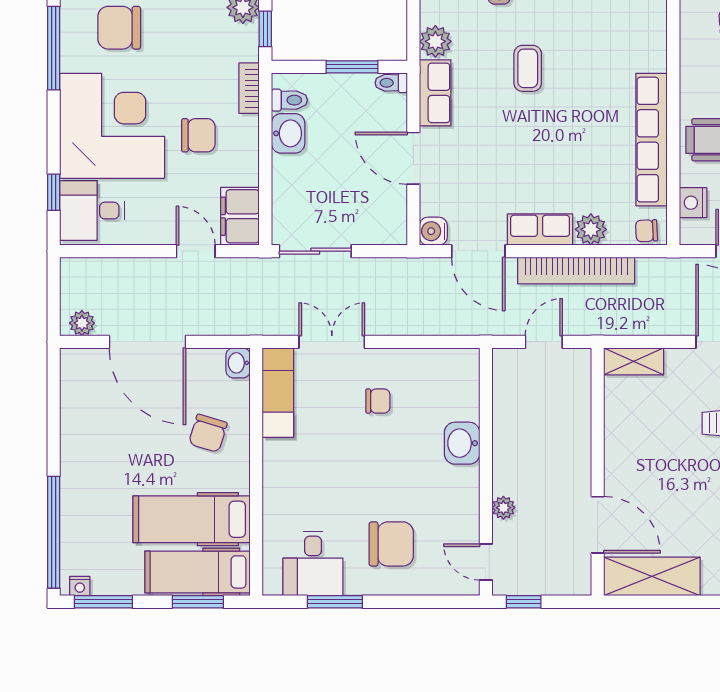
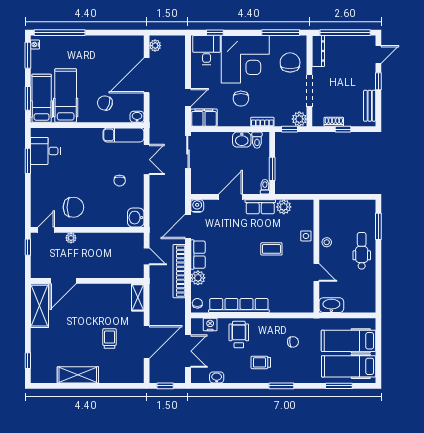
washbasin: (462, 443) -> (136, 218), moved, turned -90
chair: (391, 544) -> (73, 207), moved, turned -90

